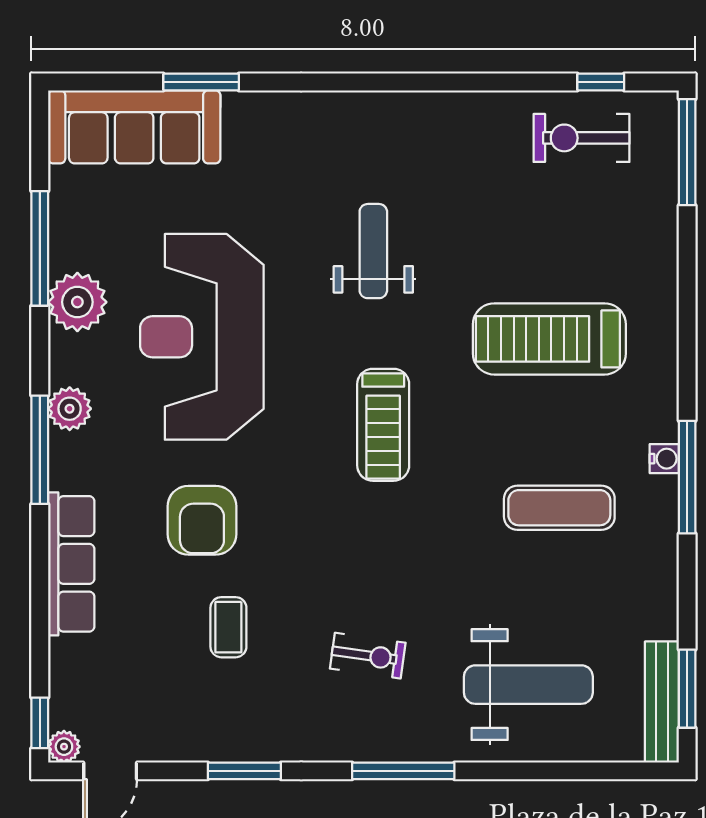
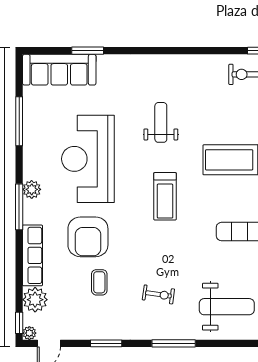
plant: (77, 302) -> (35, 300), moved
armchair: (202, 520) -> (88, 237), width x1.36, depth x1.36

